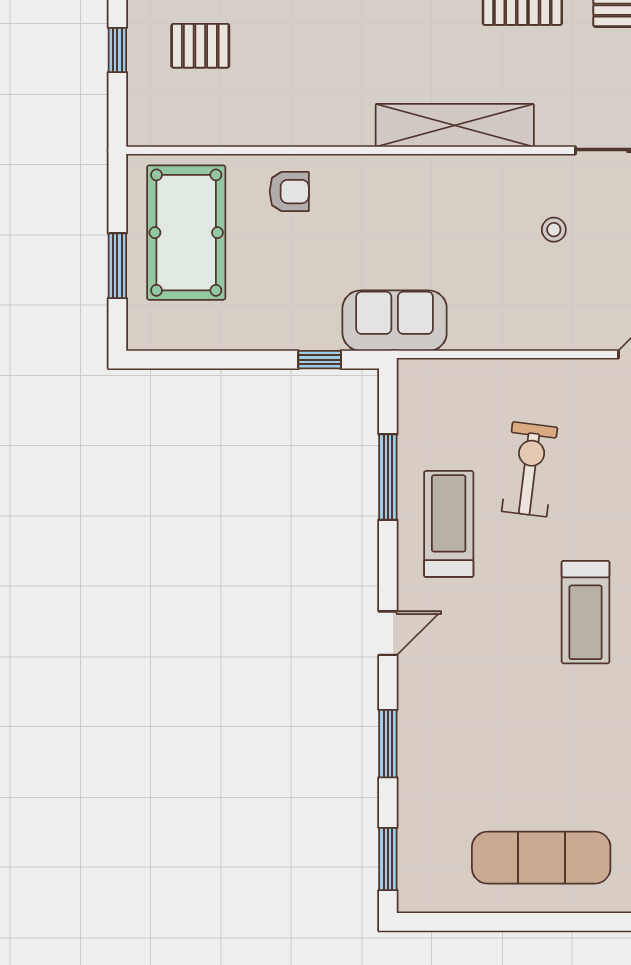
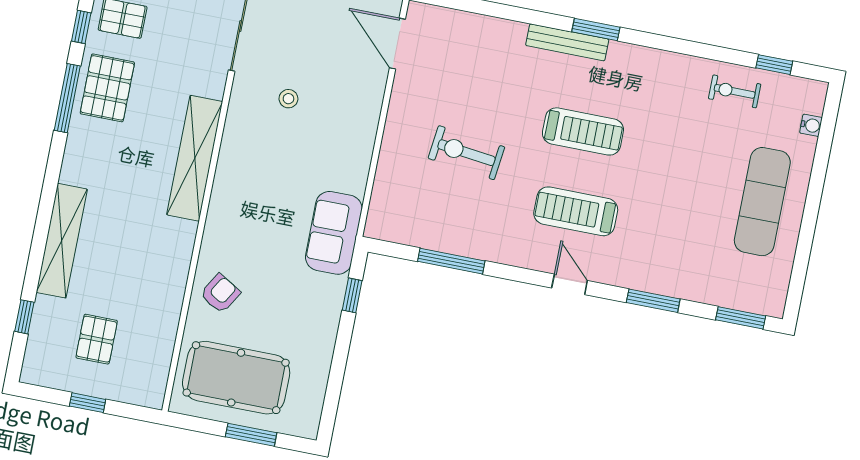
armchair: (289, 192) -> (220, 293), turned 31
treadmill: (449, 524) -> (576, 211), moved

